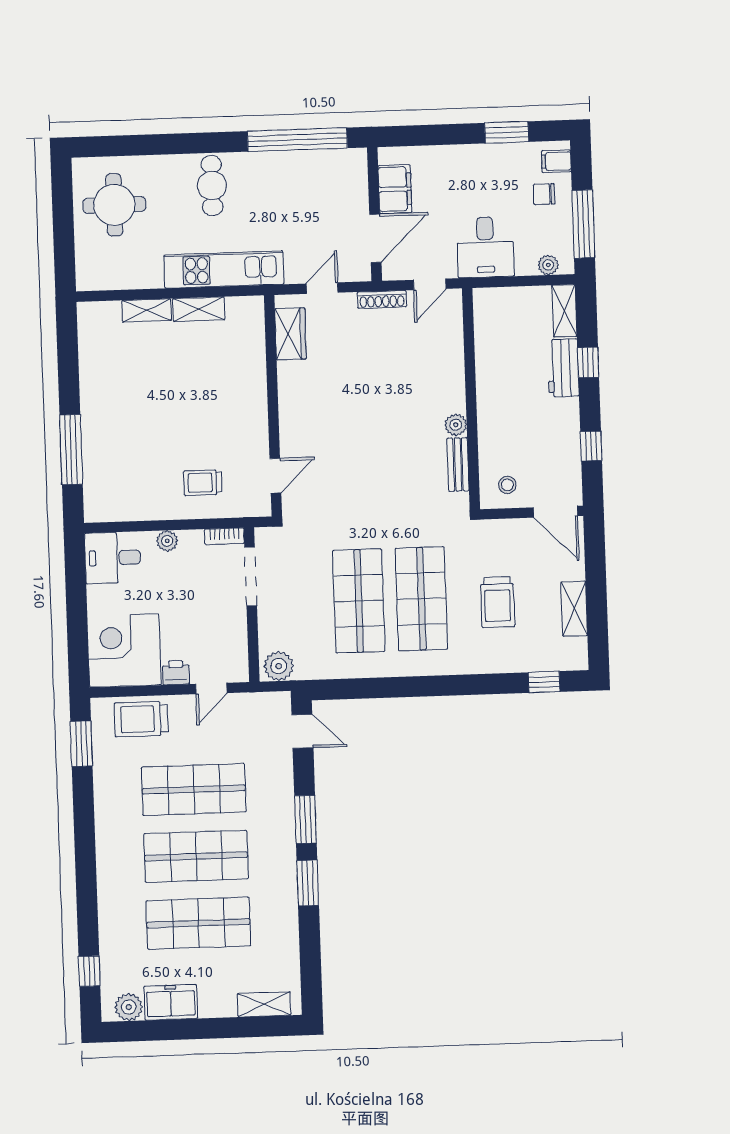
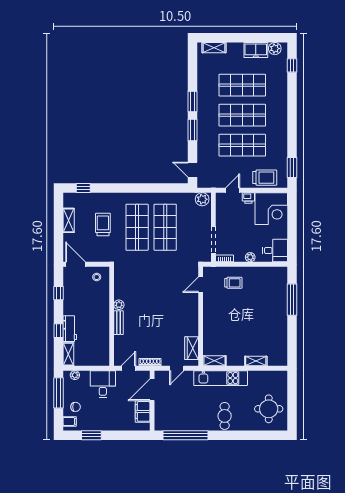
shelving: (199, 309) -> (214, 361), moved
bench: (458, 464) -> (119, 323), moved

